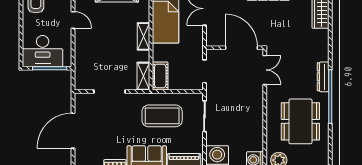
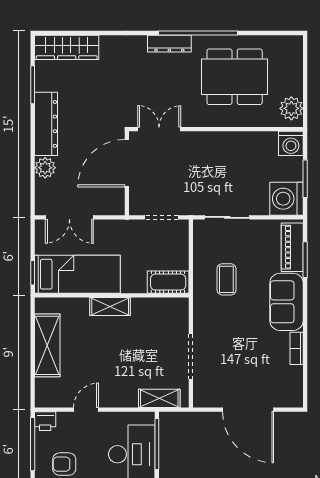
shelving: (143, 76) -> (159, 398), moved
coffee table: (162, 116) -> (226, 279), width x0.54, depth x0.58

